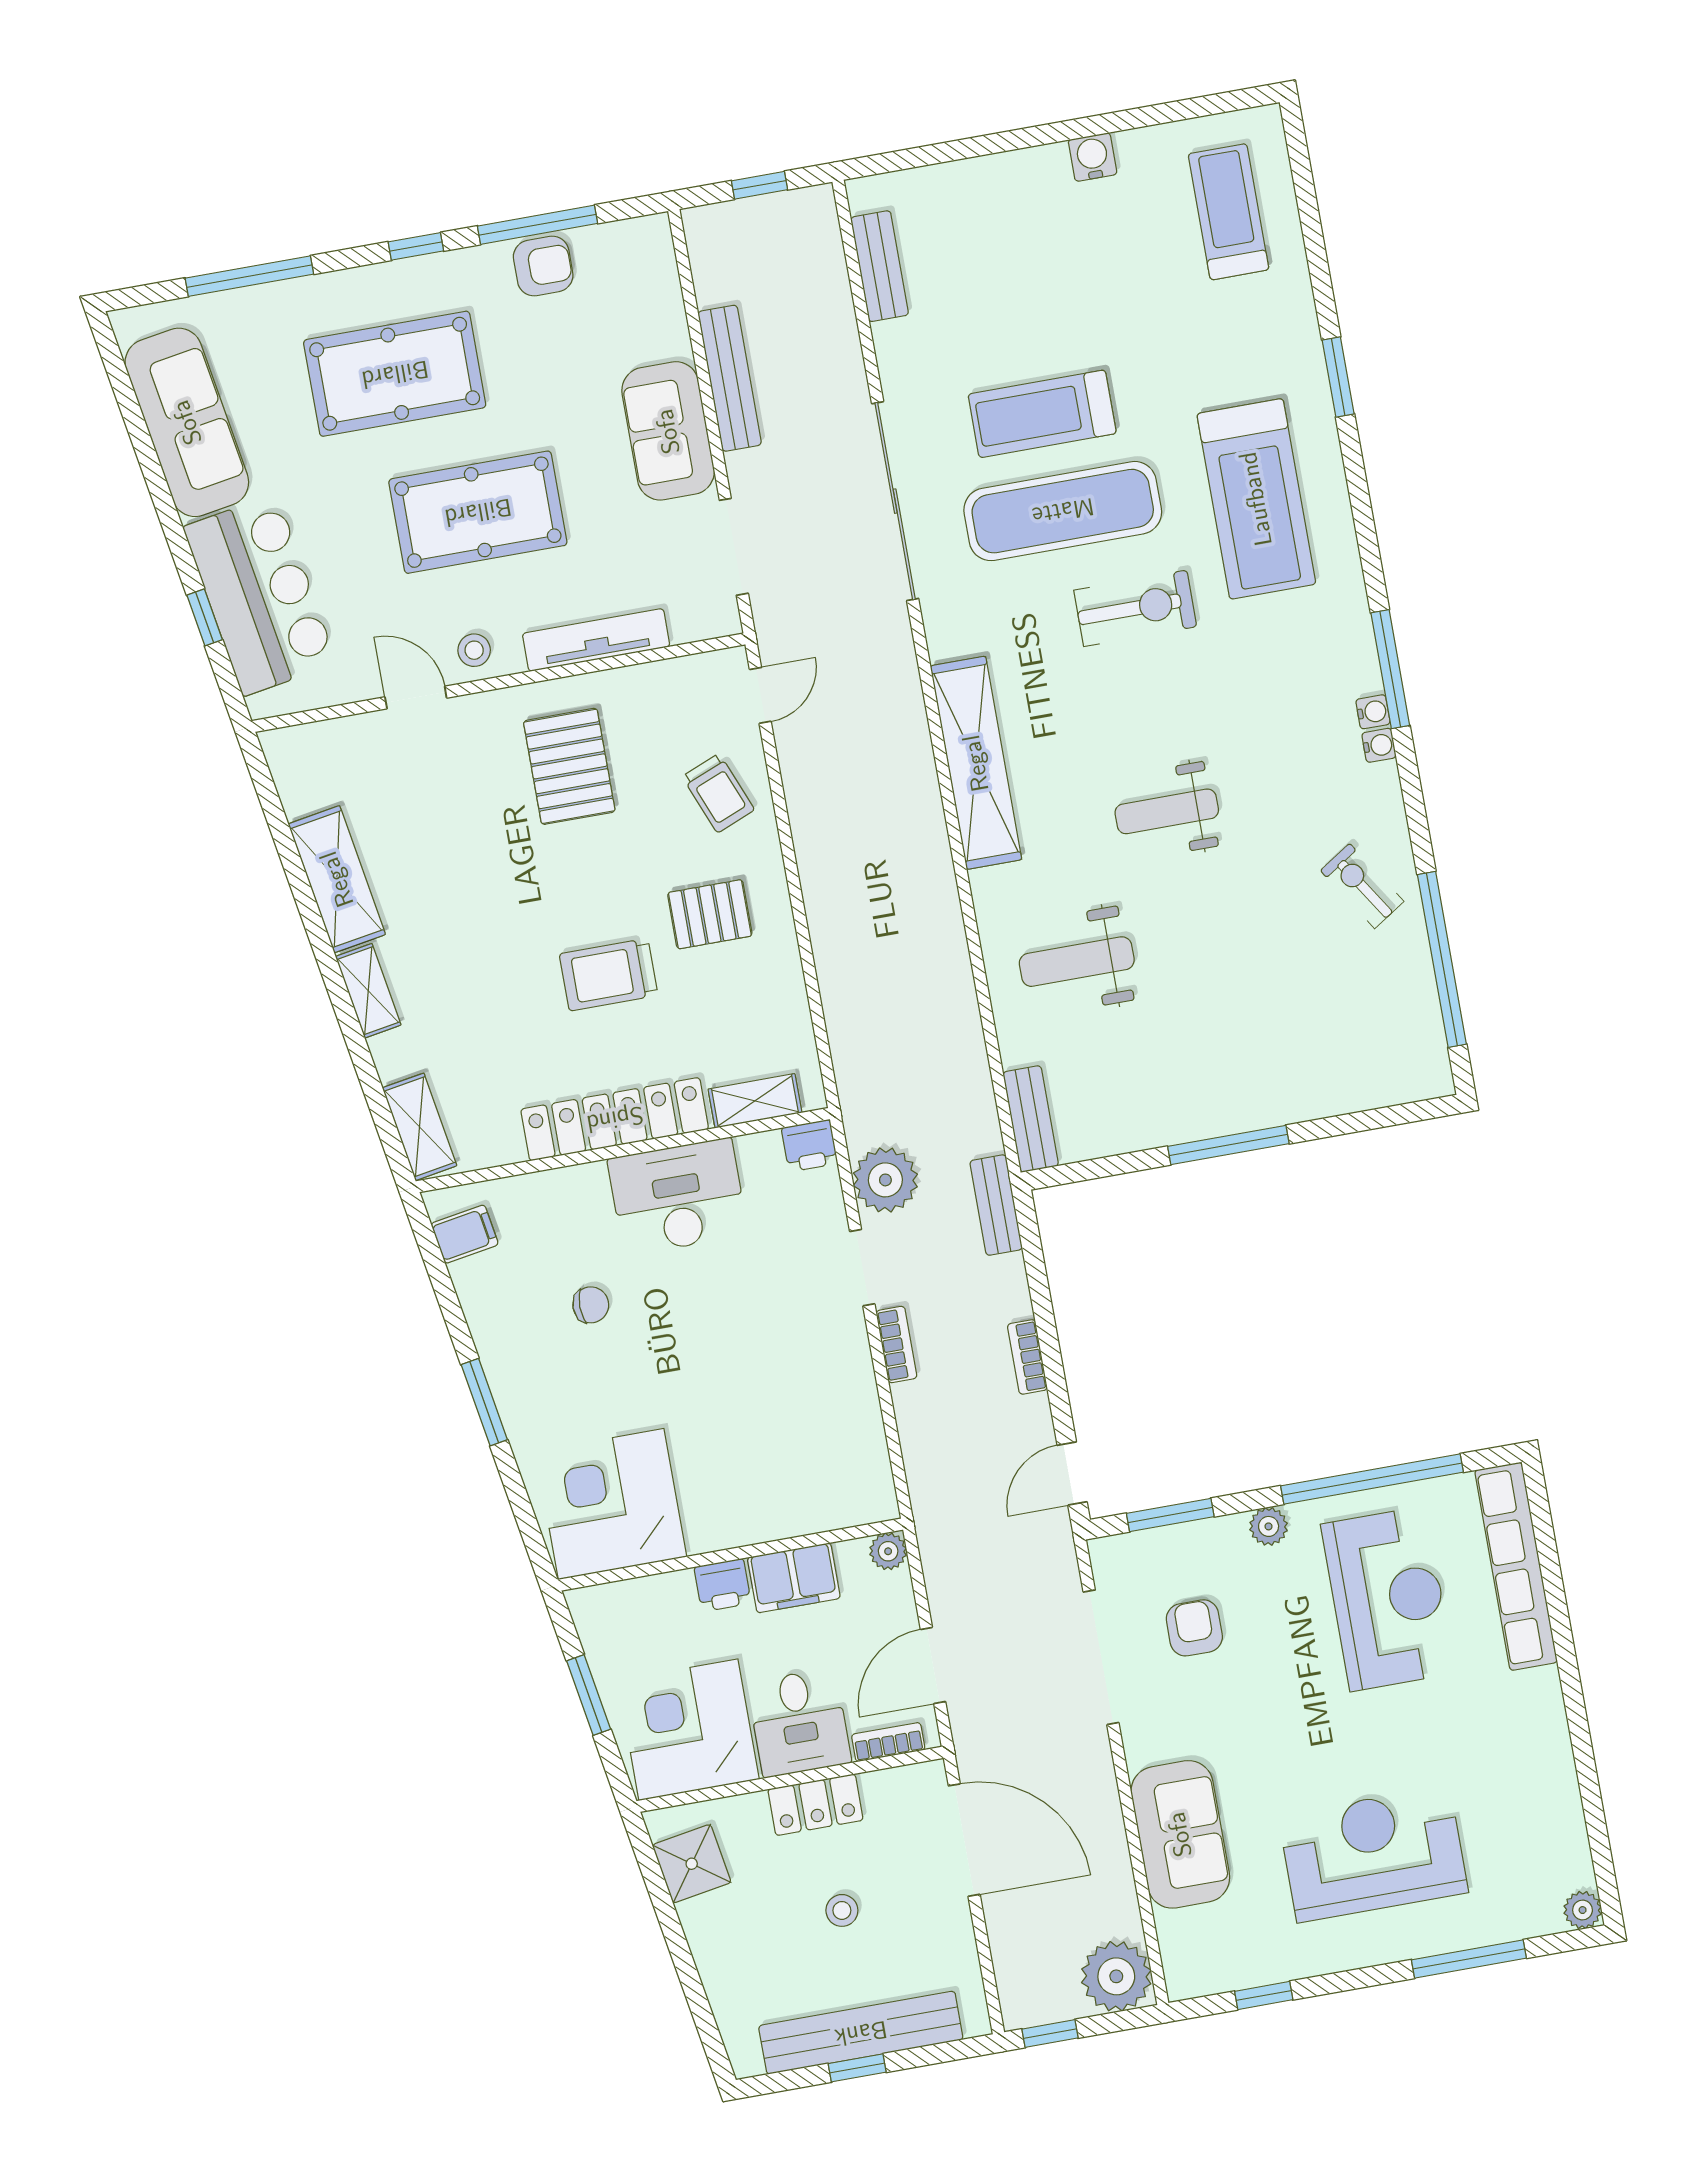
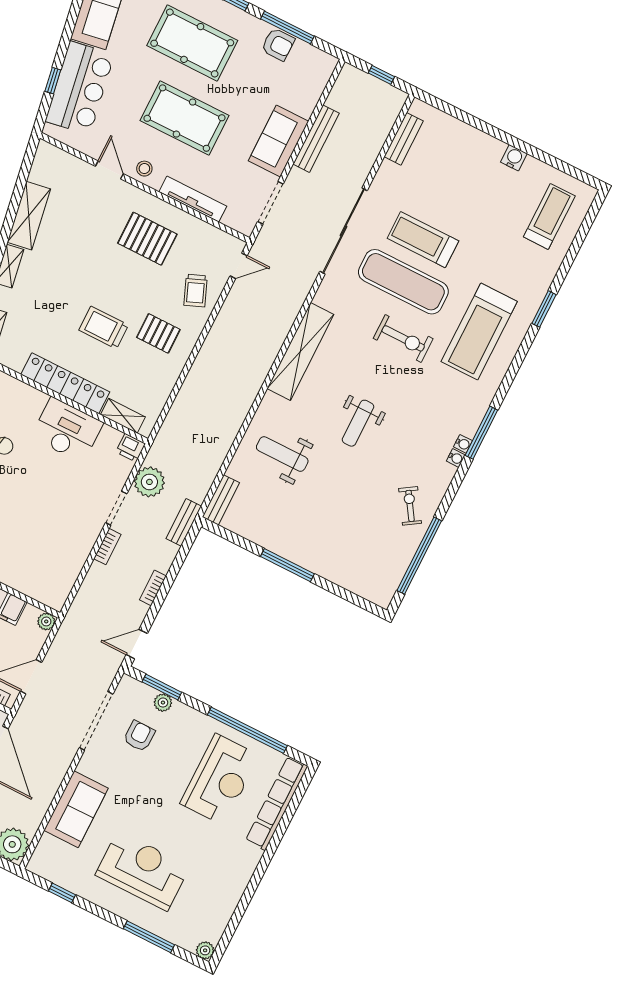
pallet: (569, 766) -> (147, 239), turned 90
weight bench: (1167, 811) -> (358, 423), turned -90
plant: (1269, 1526) -> (163, 703), moved

